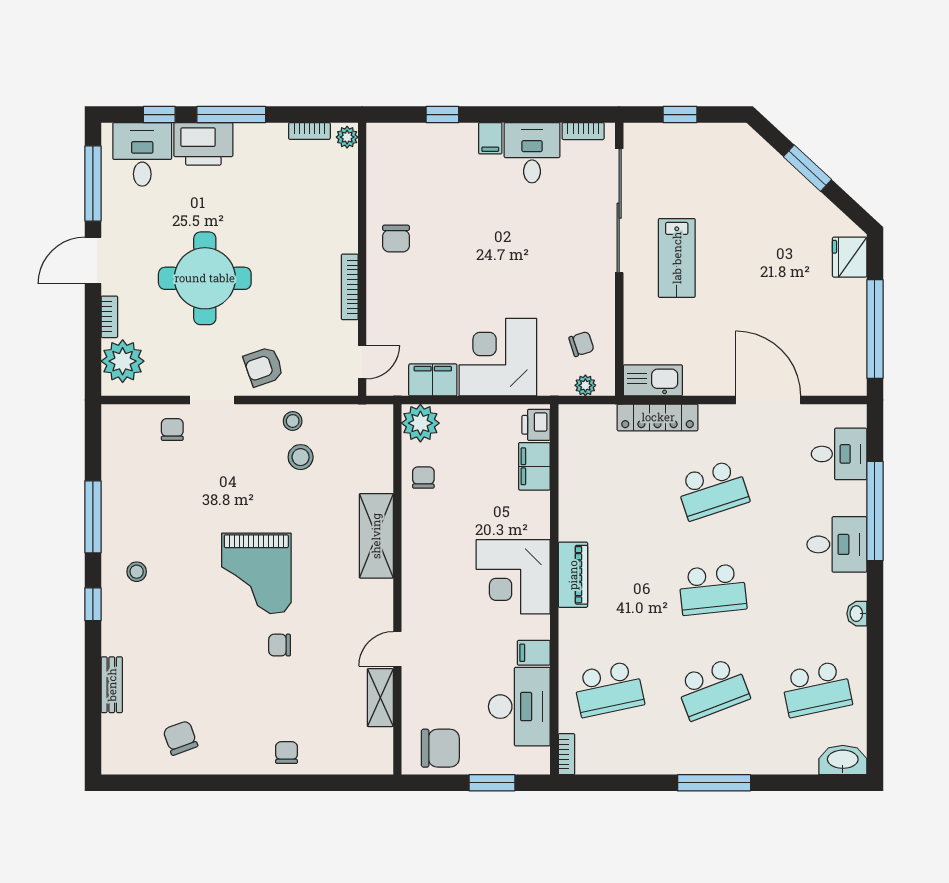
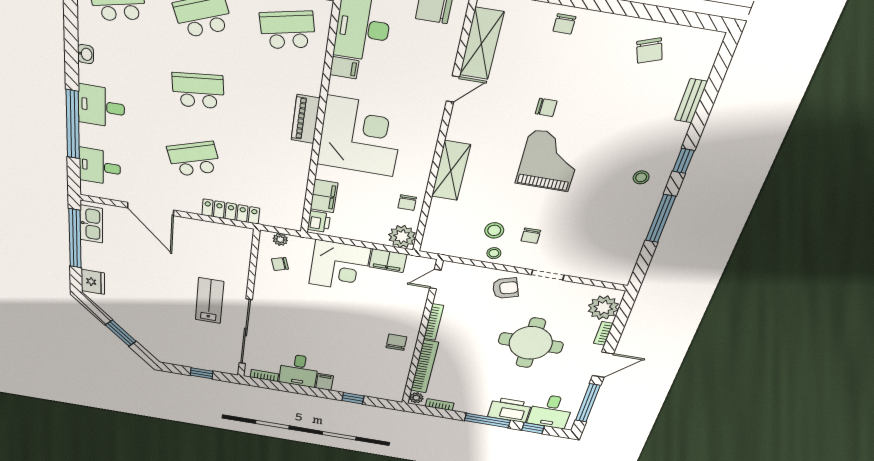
bookcase: (347, 201) -> (425, 367), added
kitchen sink: (653, 380) -> (91, 224), moved, turned -90
chair: (172, 429) -> (531, 236), moved
corner desk: (513, 577) -> (360, 136), width x1.36, depth x1.36
shelving: (380, 698) -> (481, 44), width x1.50, depth x1.33

